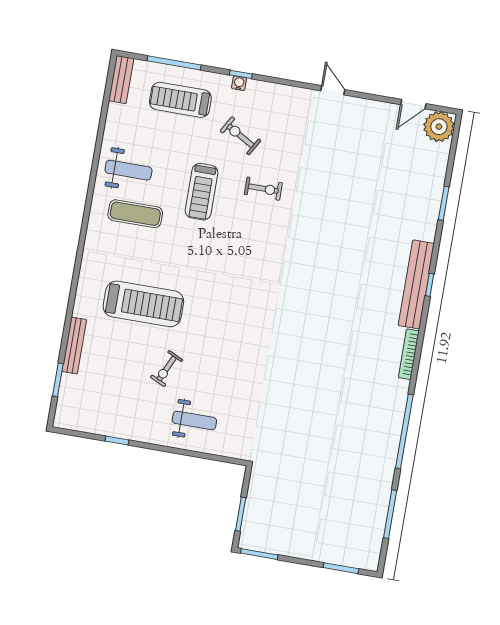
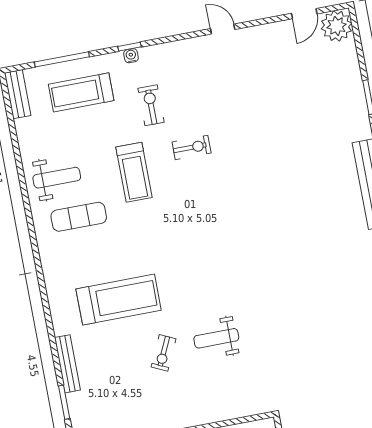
exercise bike: (240, 136) -> (151, 105), turned 60
weight bench: (194, 420) -> (216, 338), moved, turned 180

